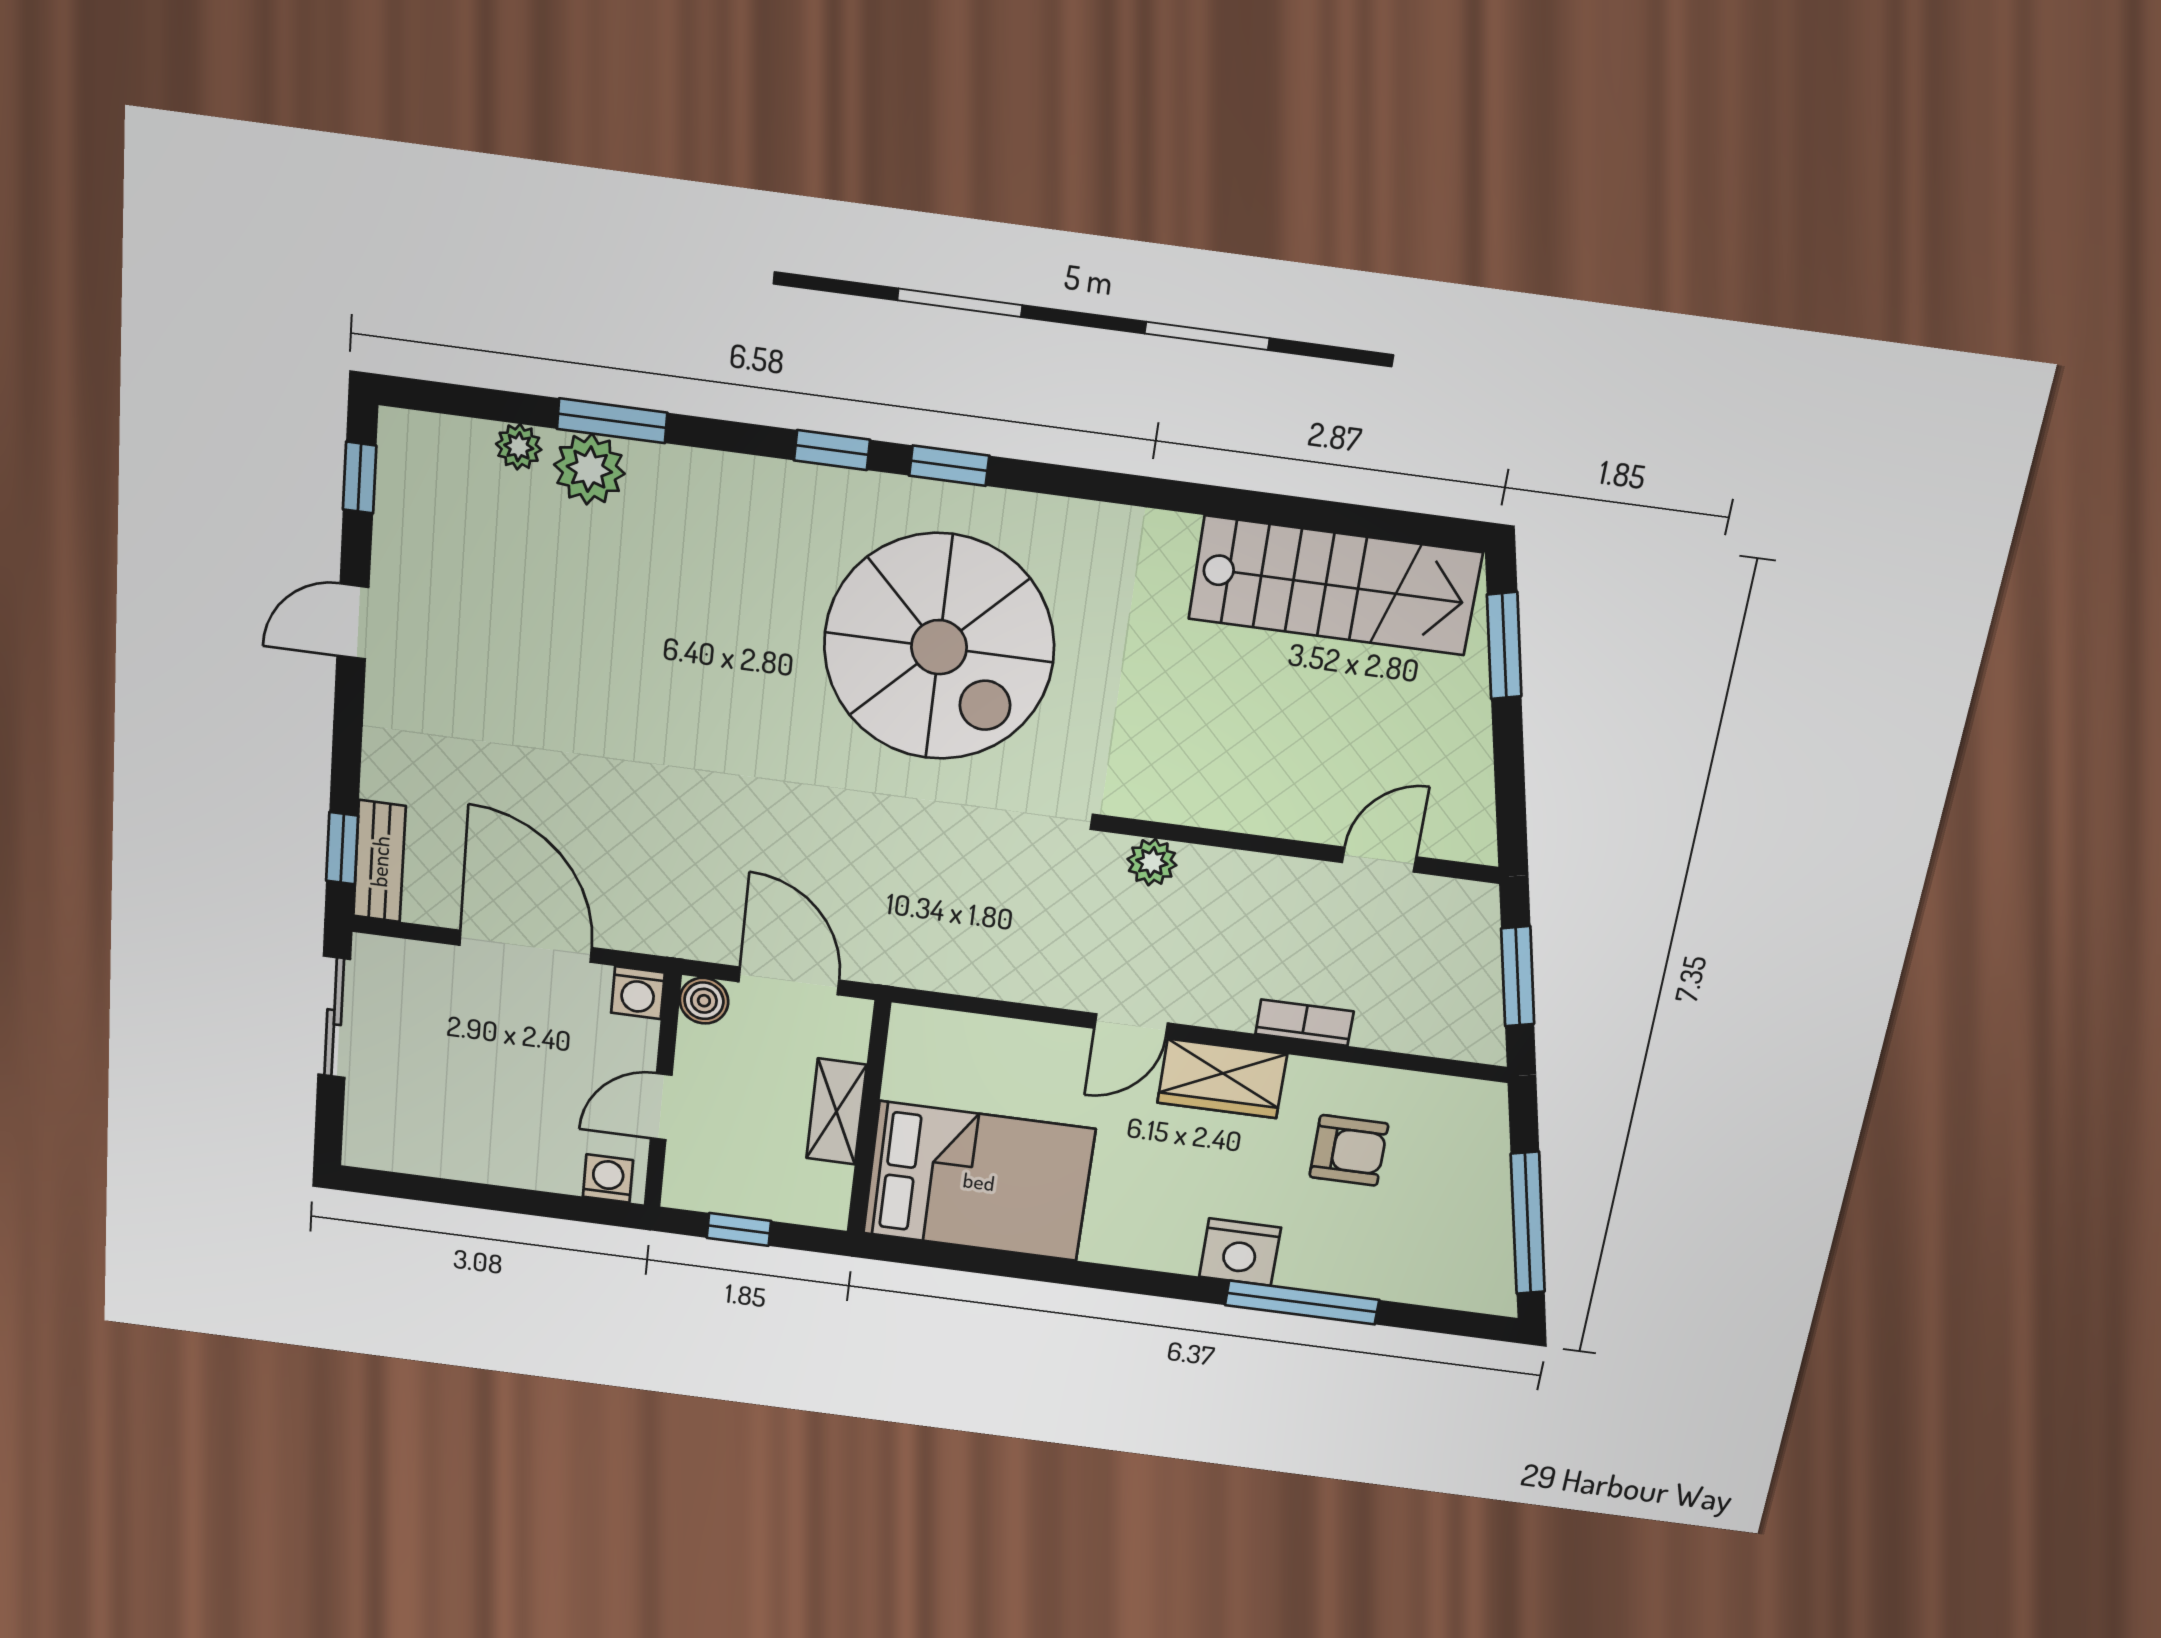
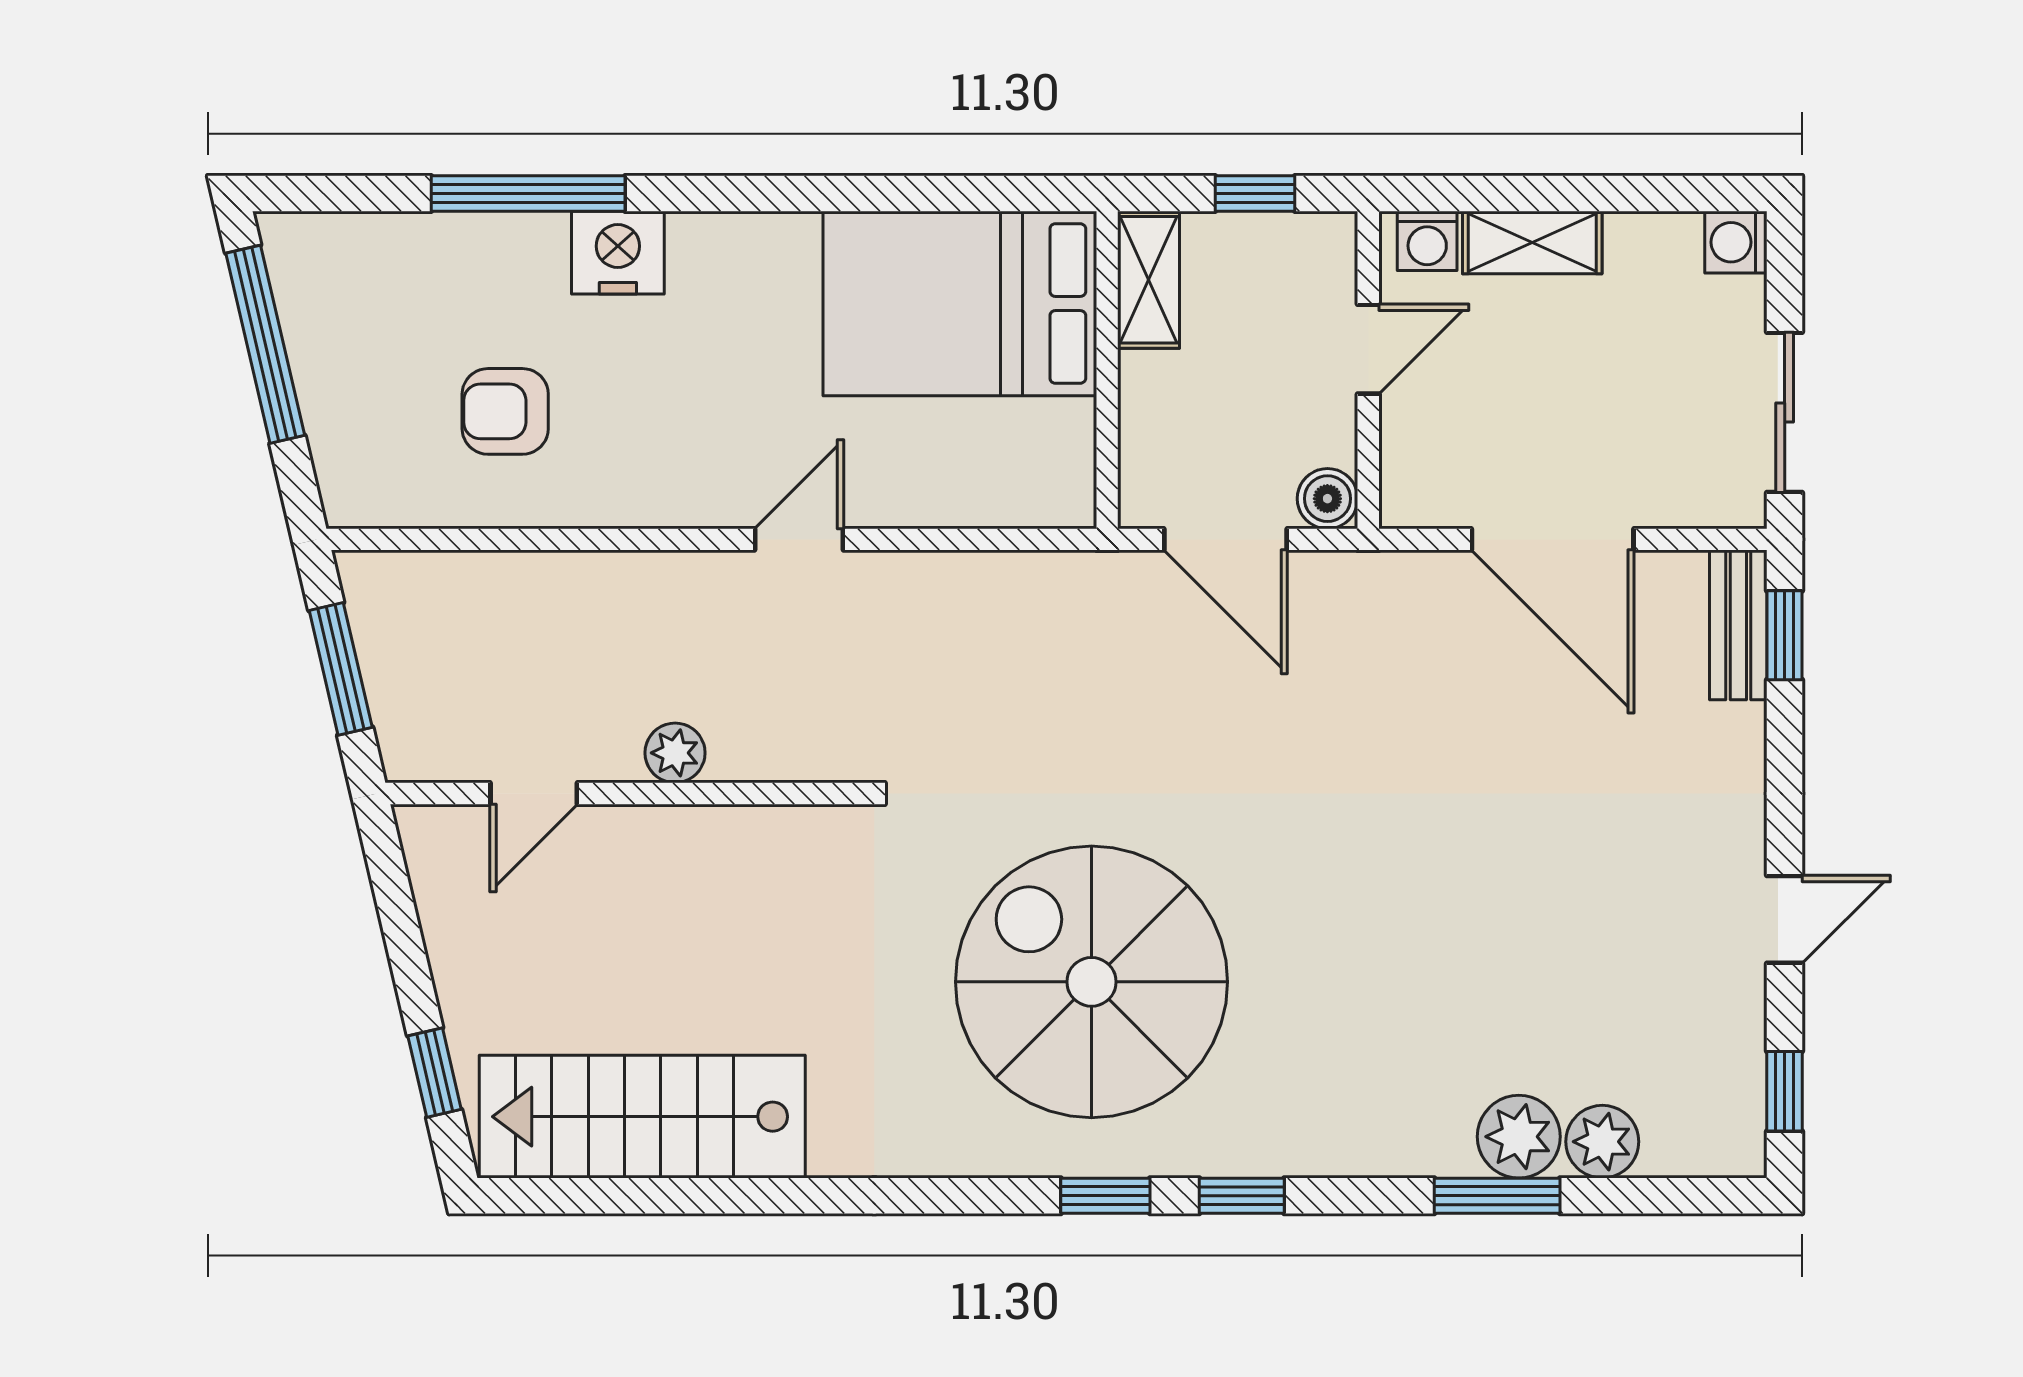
plant: (519, 447) -> (1602, 1142), width x1.38, depth x1.38
window: (1504, 646) -> (435, 1073), width x0.67
plant: (1152, 862) -> (675, 753), moved
washing machine: (638, 993) -> (1736, 242), moved, turned -90
bookcase: (1304, 1023) -> (588, 573), removed
wardrobe: (1222, 1079) -> (677, 485), removed
shelving: (836, 1112) -> (1149, 280), moved
shelving: (526, 1167) -> (1532, 243), added

